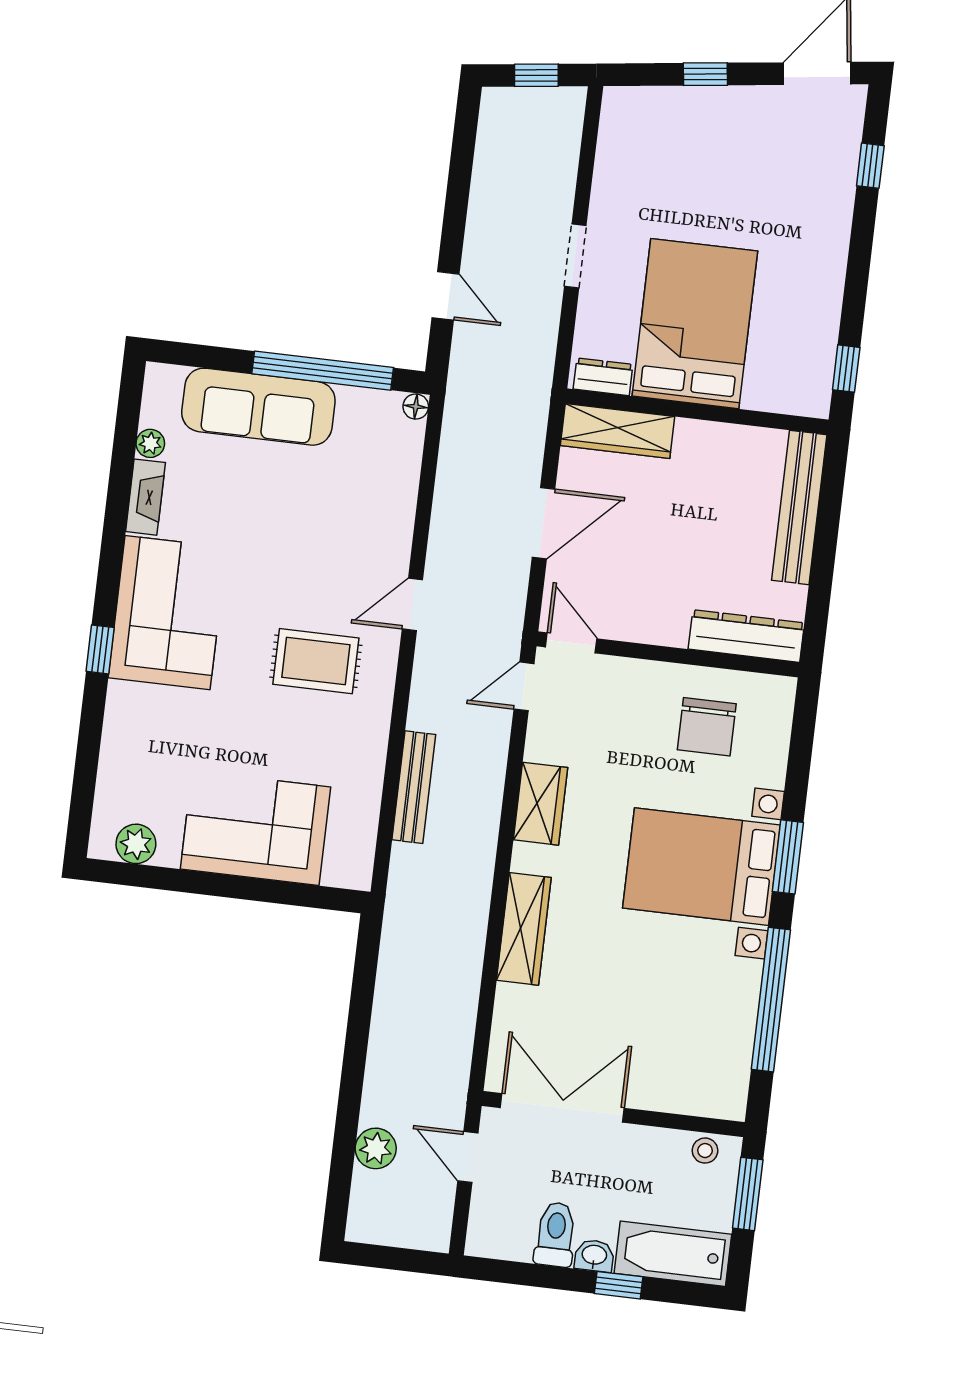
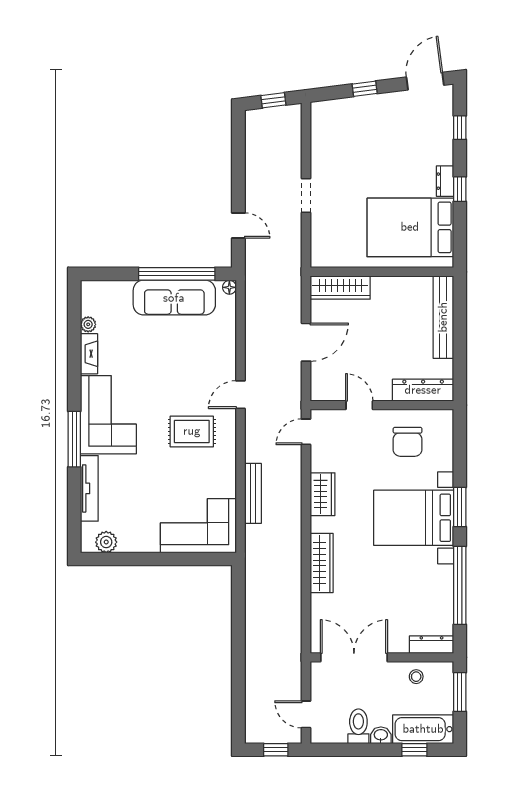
bed: (695, 324) -> (410, 227), moved, turned -90
window: (846, 369) -> (460, 189), moved
dresser: (603, 377) -> (445, 181), moved, turned -90
sofa: (258, 407) -> (174, 298), moved
door: (571, 643) -> (359, 405), moved
window: (100, 649) -> (74, 439), width x2.17
tv unit: (117, 743) -> (89, 488), added
corner sofa: (255, 828) -> (198, 526), moved
dresser: (706, 1101) -> (431, 645), added
plant: (376, 1148) -> (256, 691), removed
stool: (705, 1151) -> (416, 677), moved
door: (468, 1157) -> (306, 714), moved
window: (400, 1259) -> (276, 750), added
window: (619, 1285) -> (414, 750), moved

